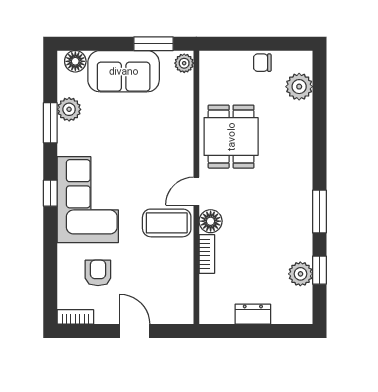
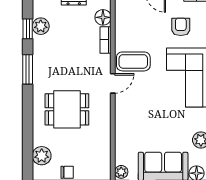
dining table: (231, 137) -> (67, 109), moved, turned 90
floor lamp: (211, 221) -> (103, 17), moved
armchair: (98, 273) -> (181, 27), turned 180

